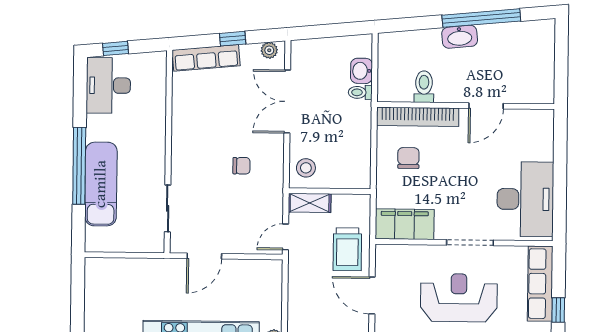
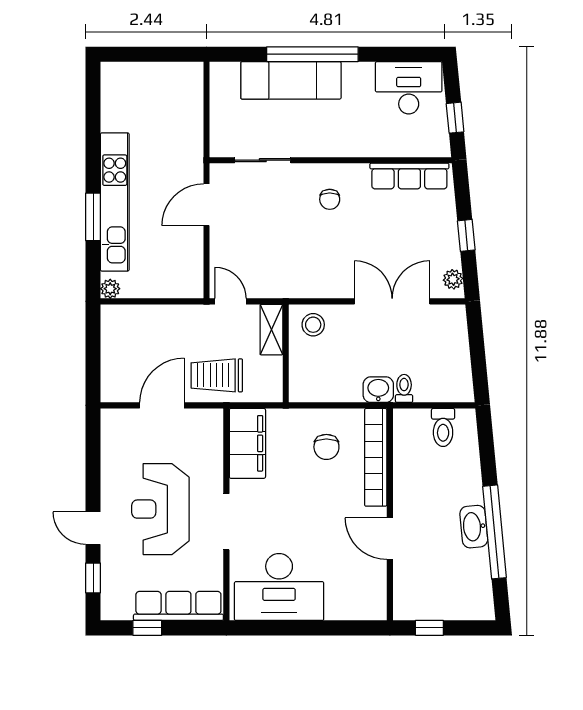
washbasin: (460, 37) -> (474, 527), moved
window: (116, 48) -> (455, 118), moved
row of seats: (206, 58) -> (409, 176), moved, turned -85
washbasin: (362, 71) -> (378, 390), moved
window: (561, 74) -> (429, 628), added
toilet: (424, 87) -> (443, 427), moved, turned 90
chair: (408, 158) -> (326, 447), turned 90
chair: (241, 166) -> (330, 199), moved
door: (204, 256) -> (206, 205), hinge flipped
reception desk: (459, 298) -> (160, 509), turned 180

